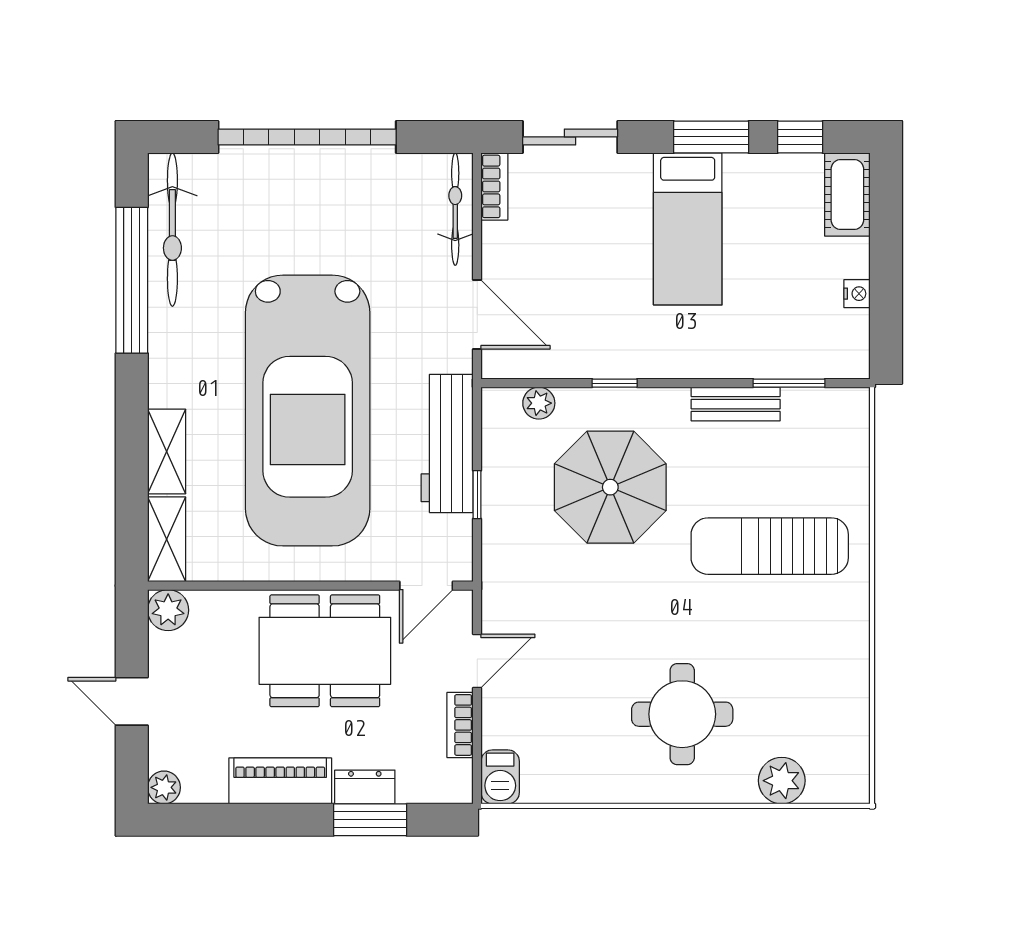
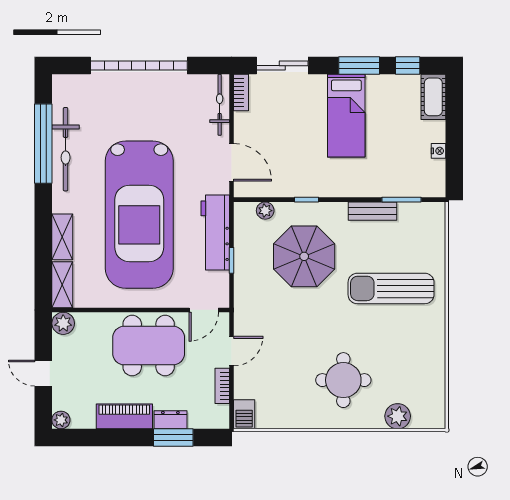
bicycle: (172, 230) -> (66, 149), moved

